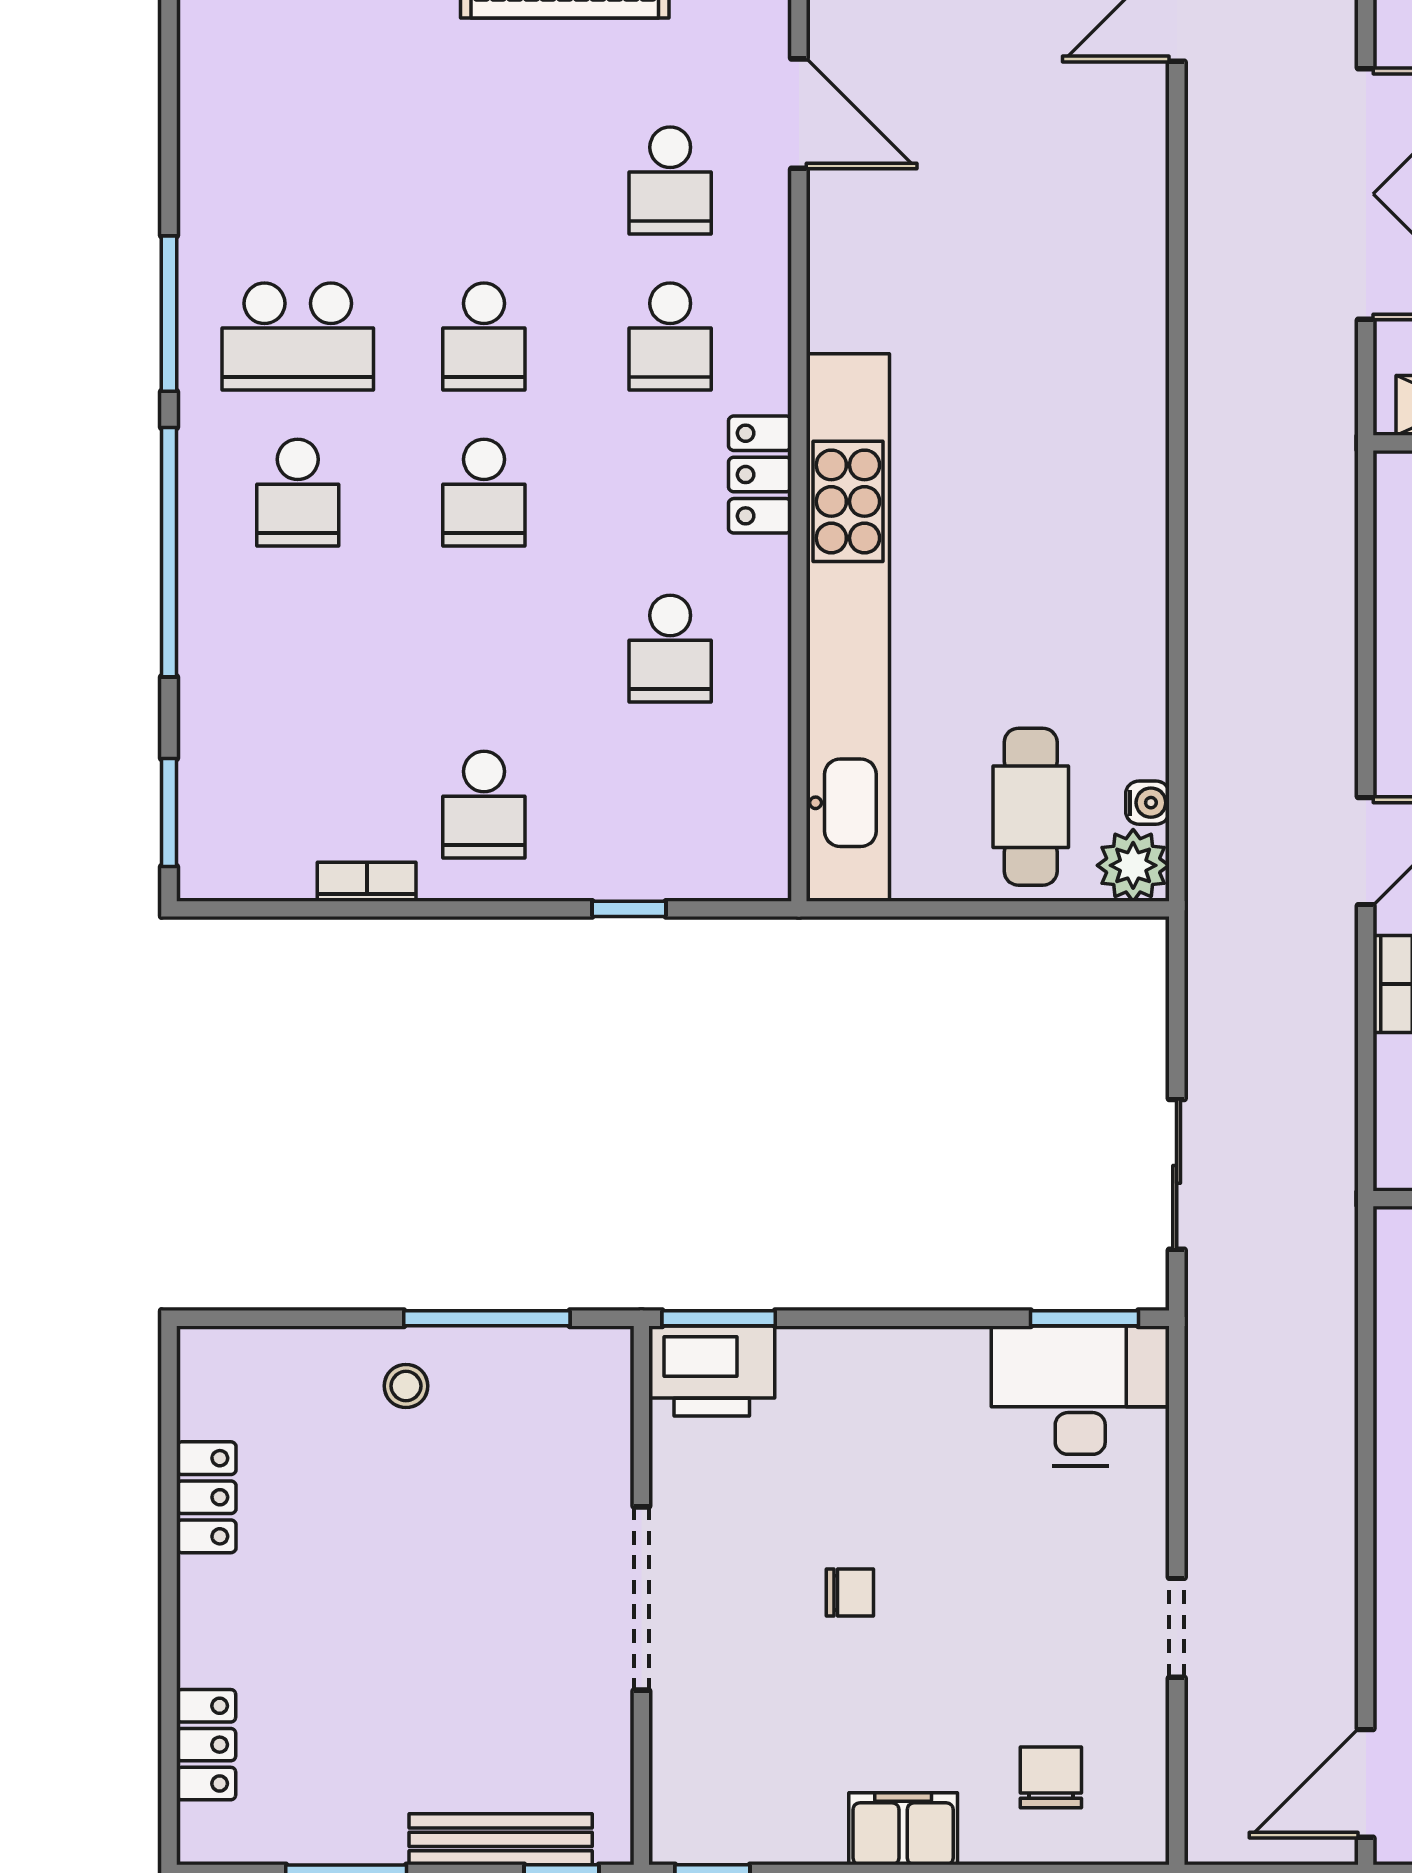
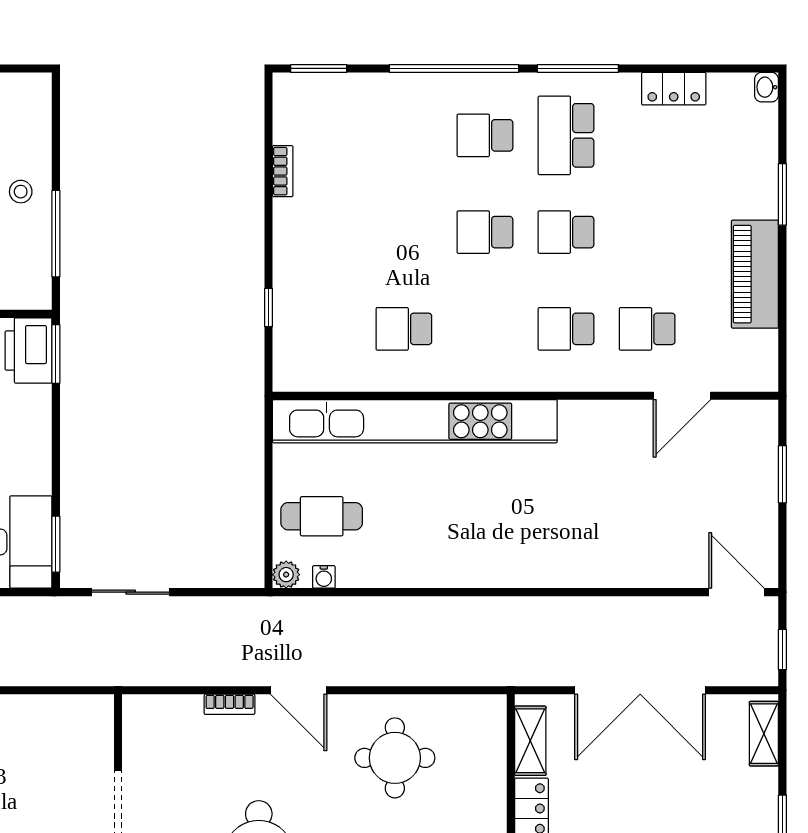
locker: (760, 475) -> (674, 89), moved, turned 180
school desk: (484, 805) -> (323, 232), removed
plant: (1133, 865) -> (286, 575), width x0.73, depth x0.73

